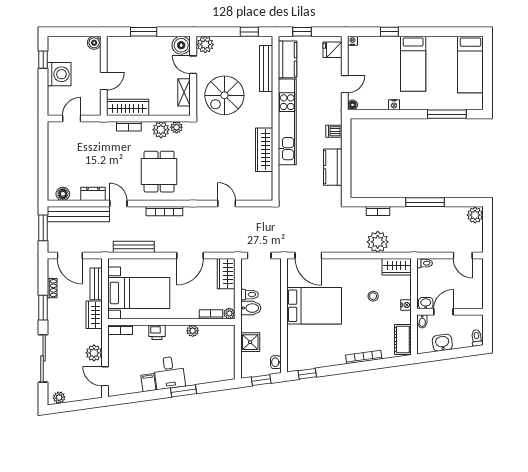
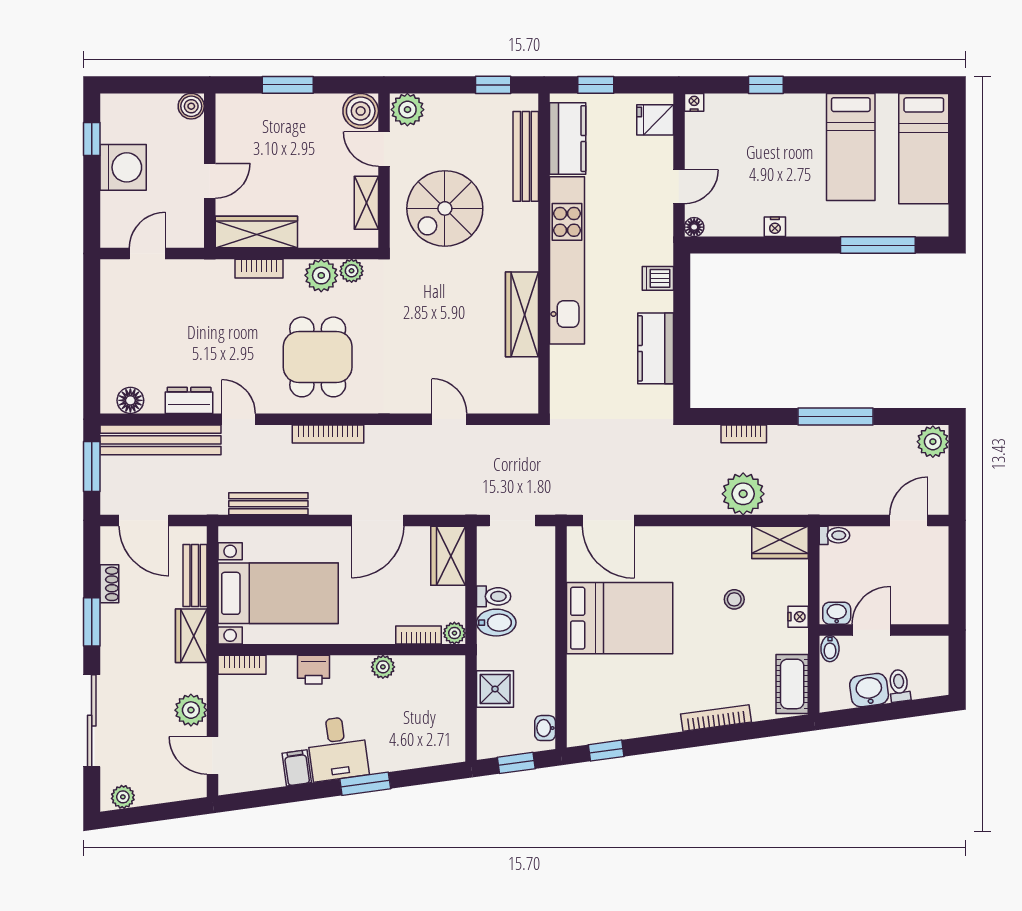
bed: (413, 64) -> (851, 147), moved
door: (463, 256) -> (909, 520), swing flipped
toilet: (477, 338) -> (899, 686), moved

